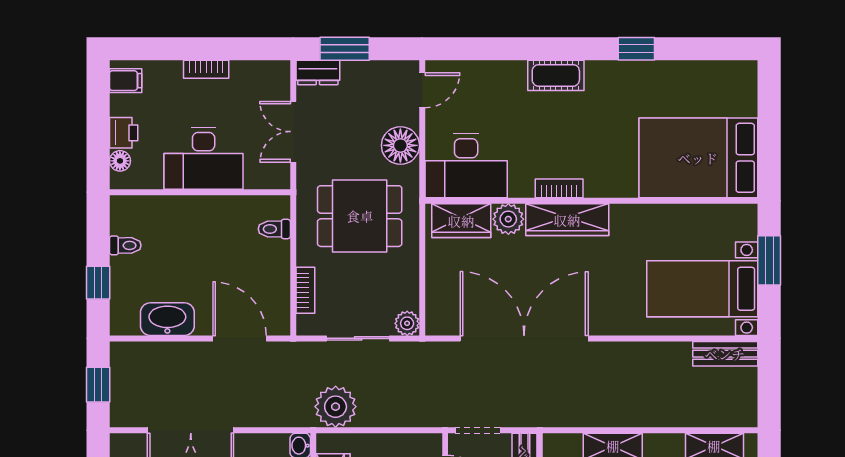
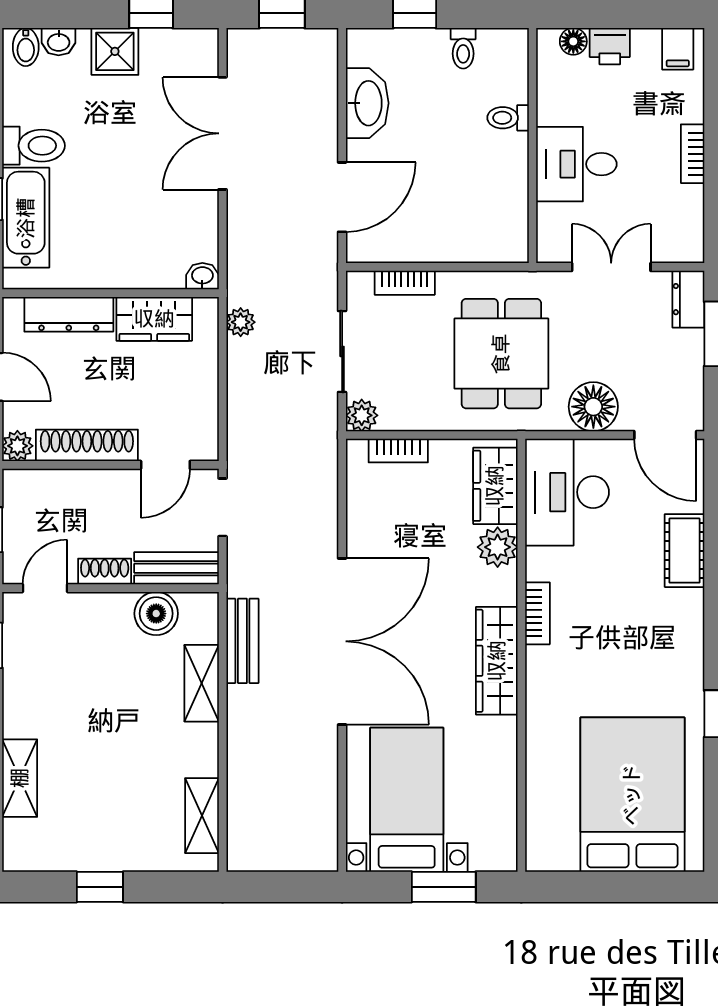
cot: (556, 75) -> (684, 551), moved
door: (422, 90) -> (665, 435), width x1.38
desk: (204, 158) -> (576, 164), width x0.73
bed: (698, 158) -> (632, 795), moved
wardrobe: (567, 220) -> (497, 661), moved
toilet: (274, 229) -> (508, 118), moved, turned -90
bookcase: (434, 295) -> (398, 451), added
double door: (524, 338) -> (342, 641), moved
bench: (725, 354) -> (242, 641), moved
plant: (336, 407) -> (241, 322), width x0.53, depth x0.53

